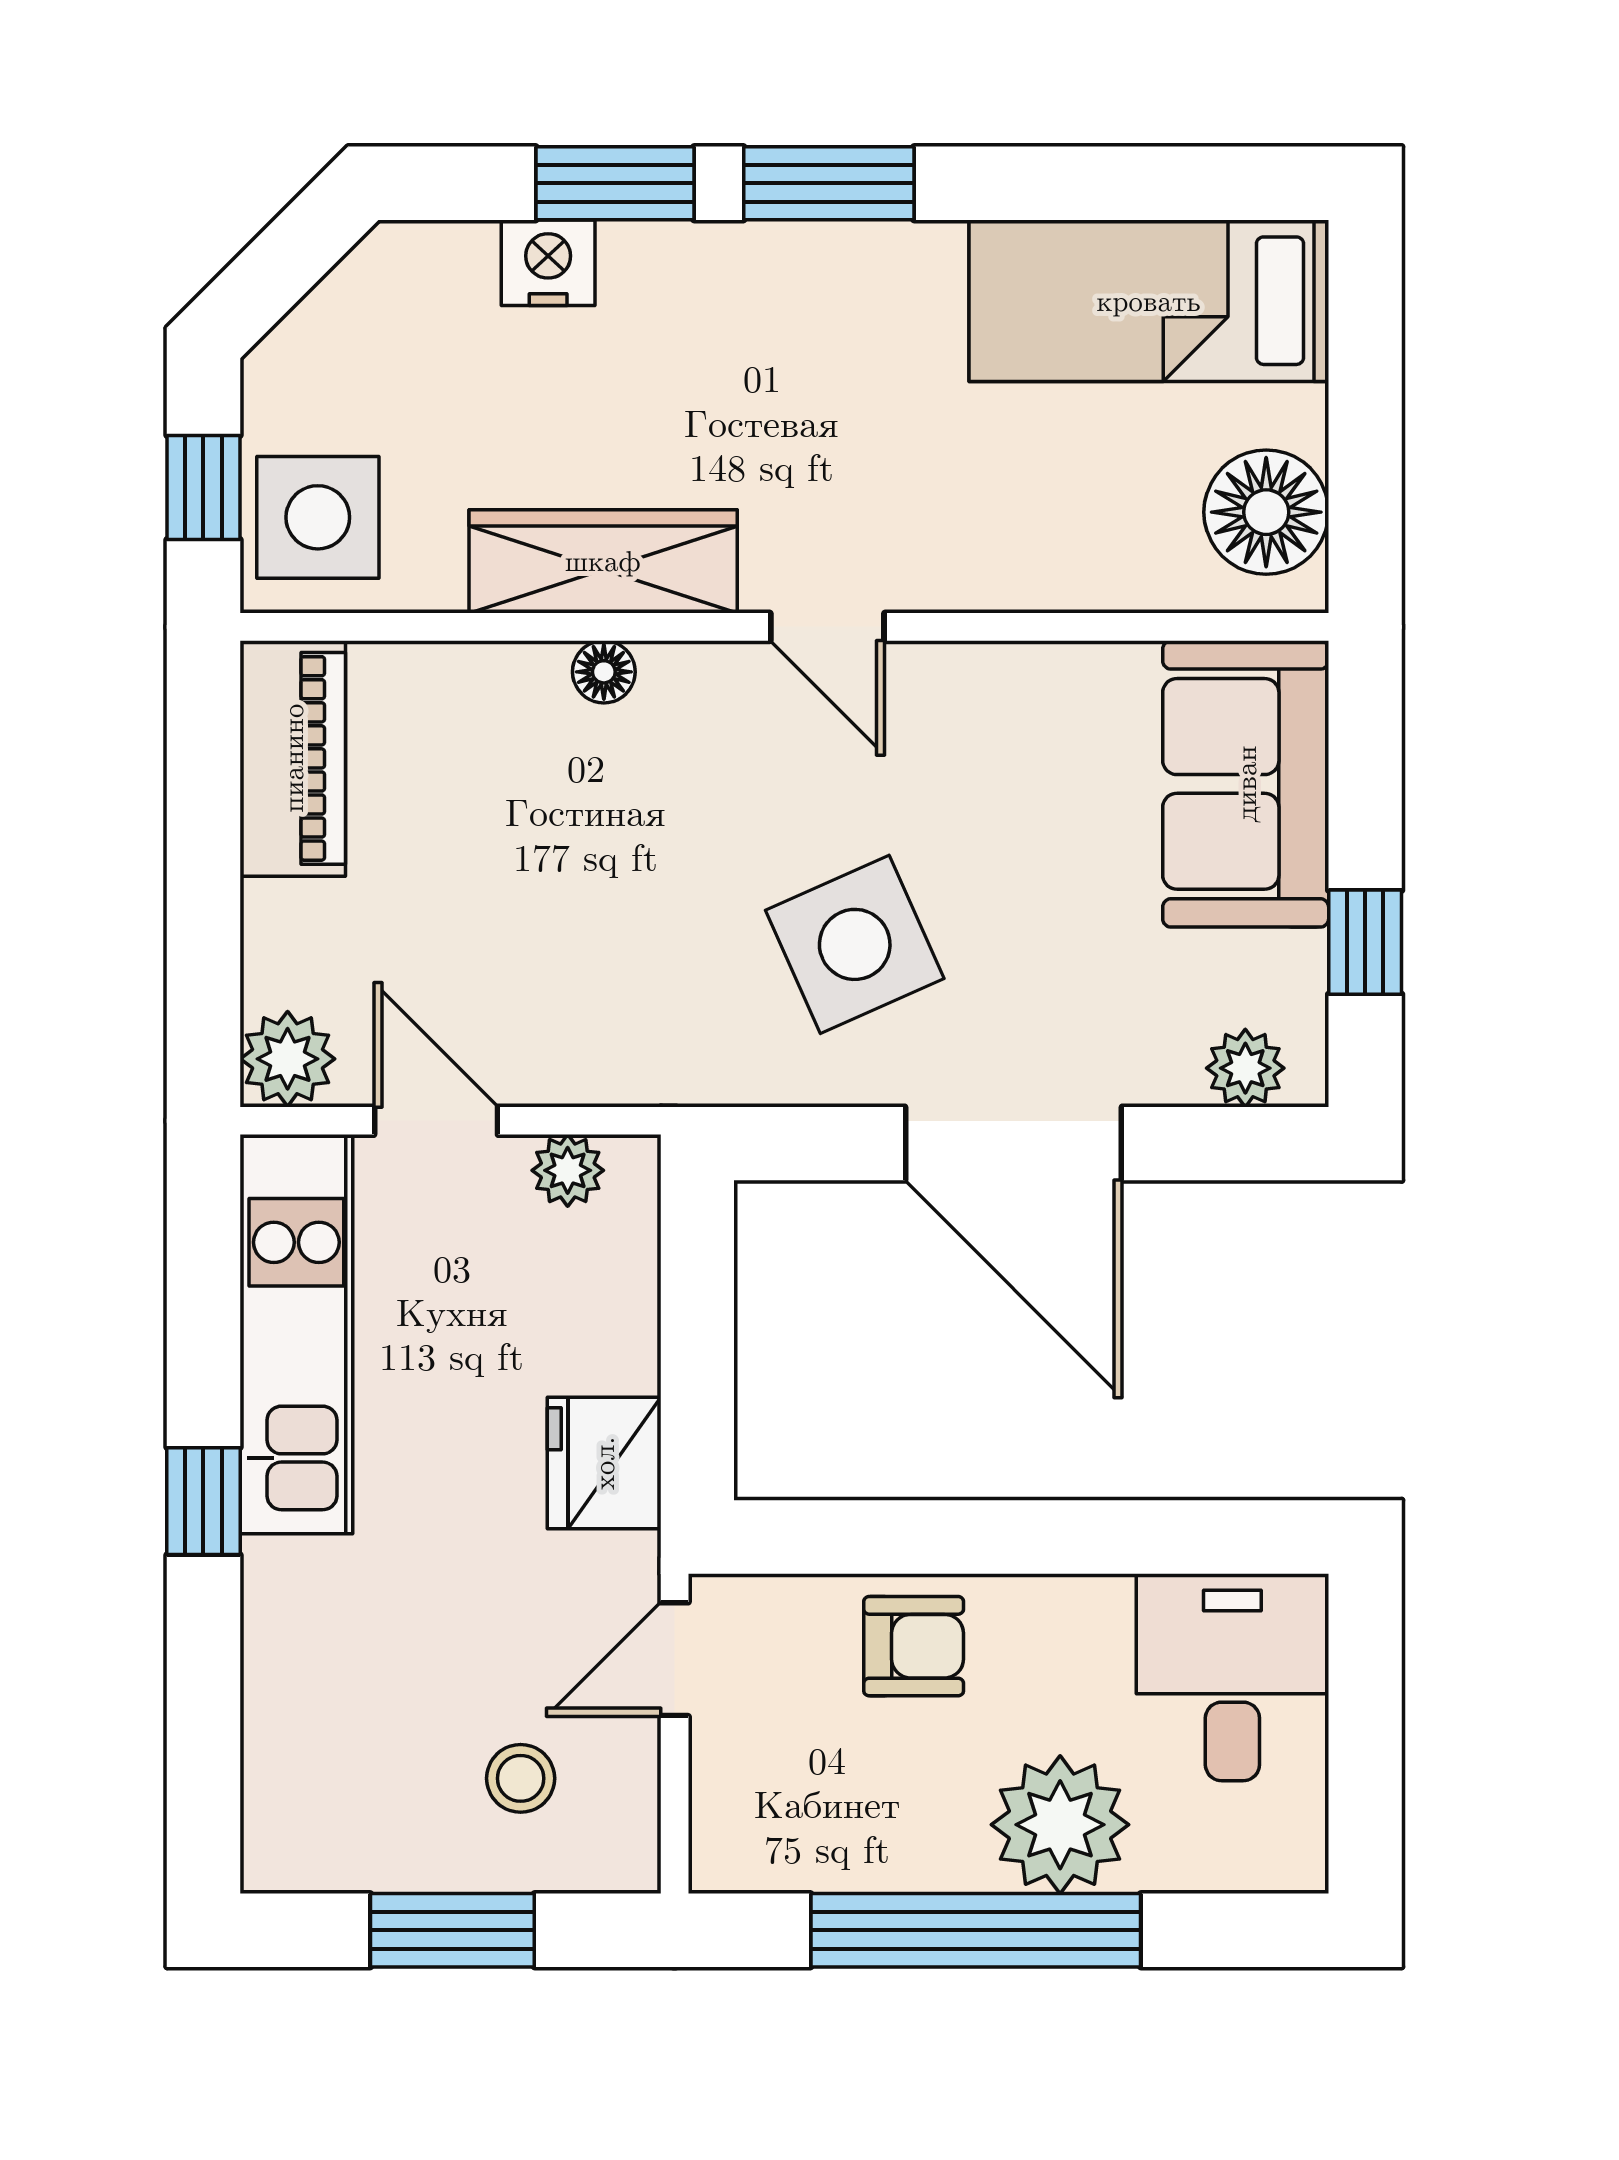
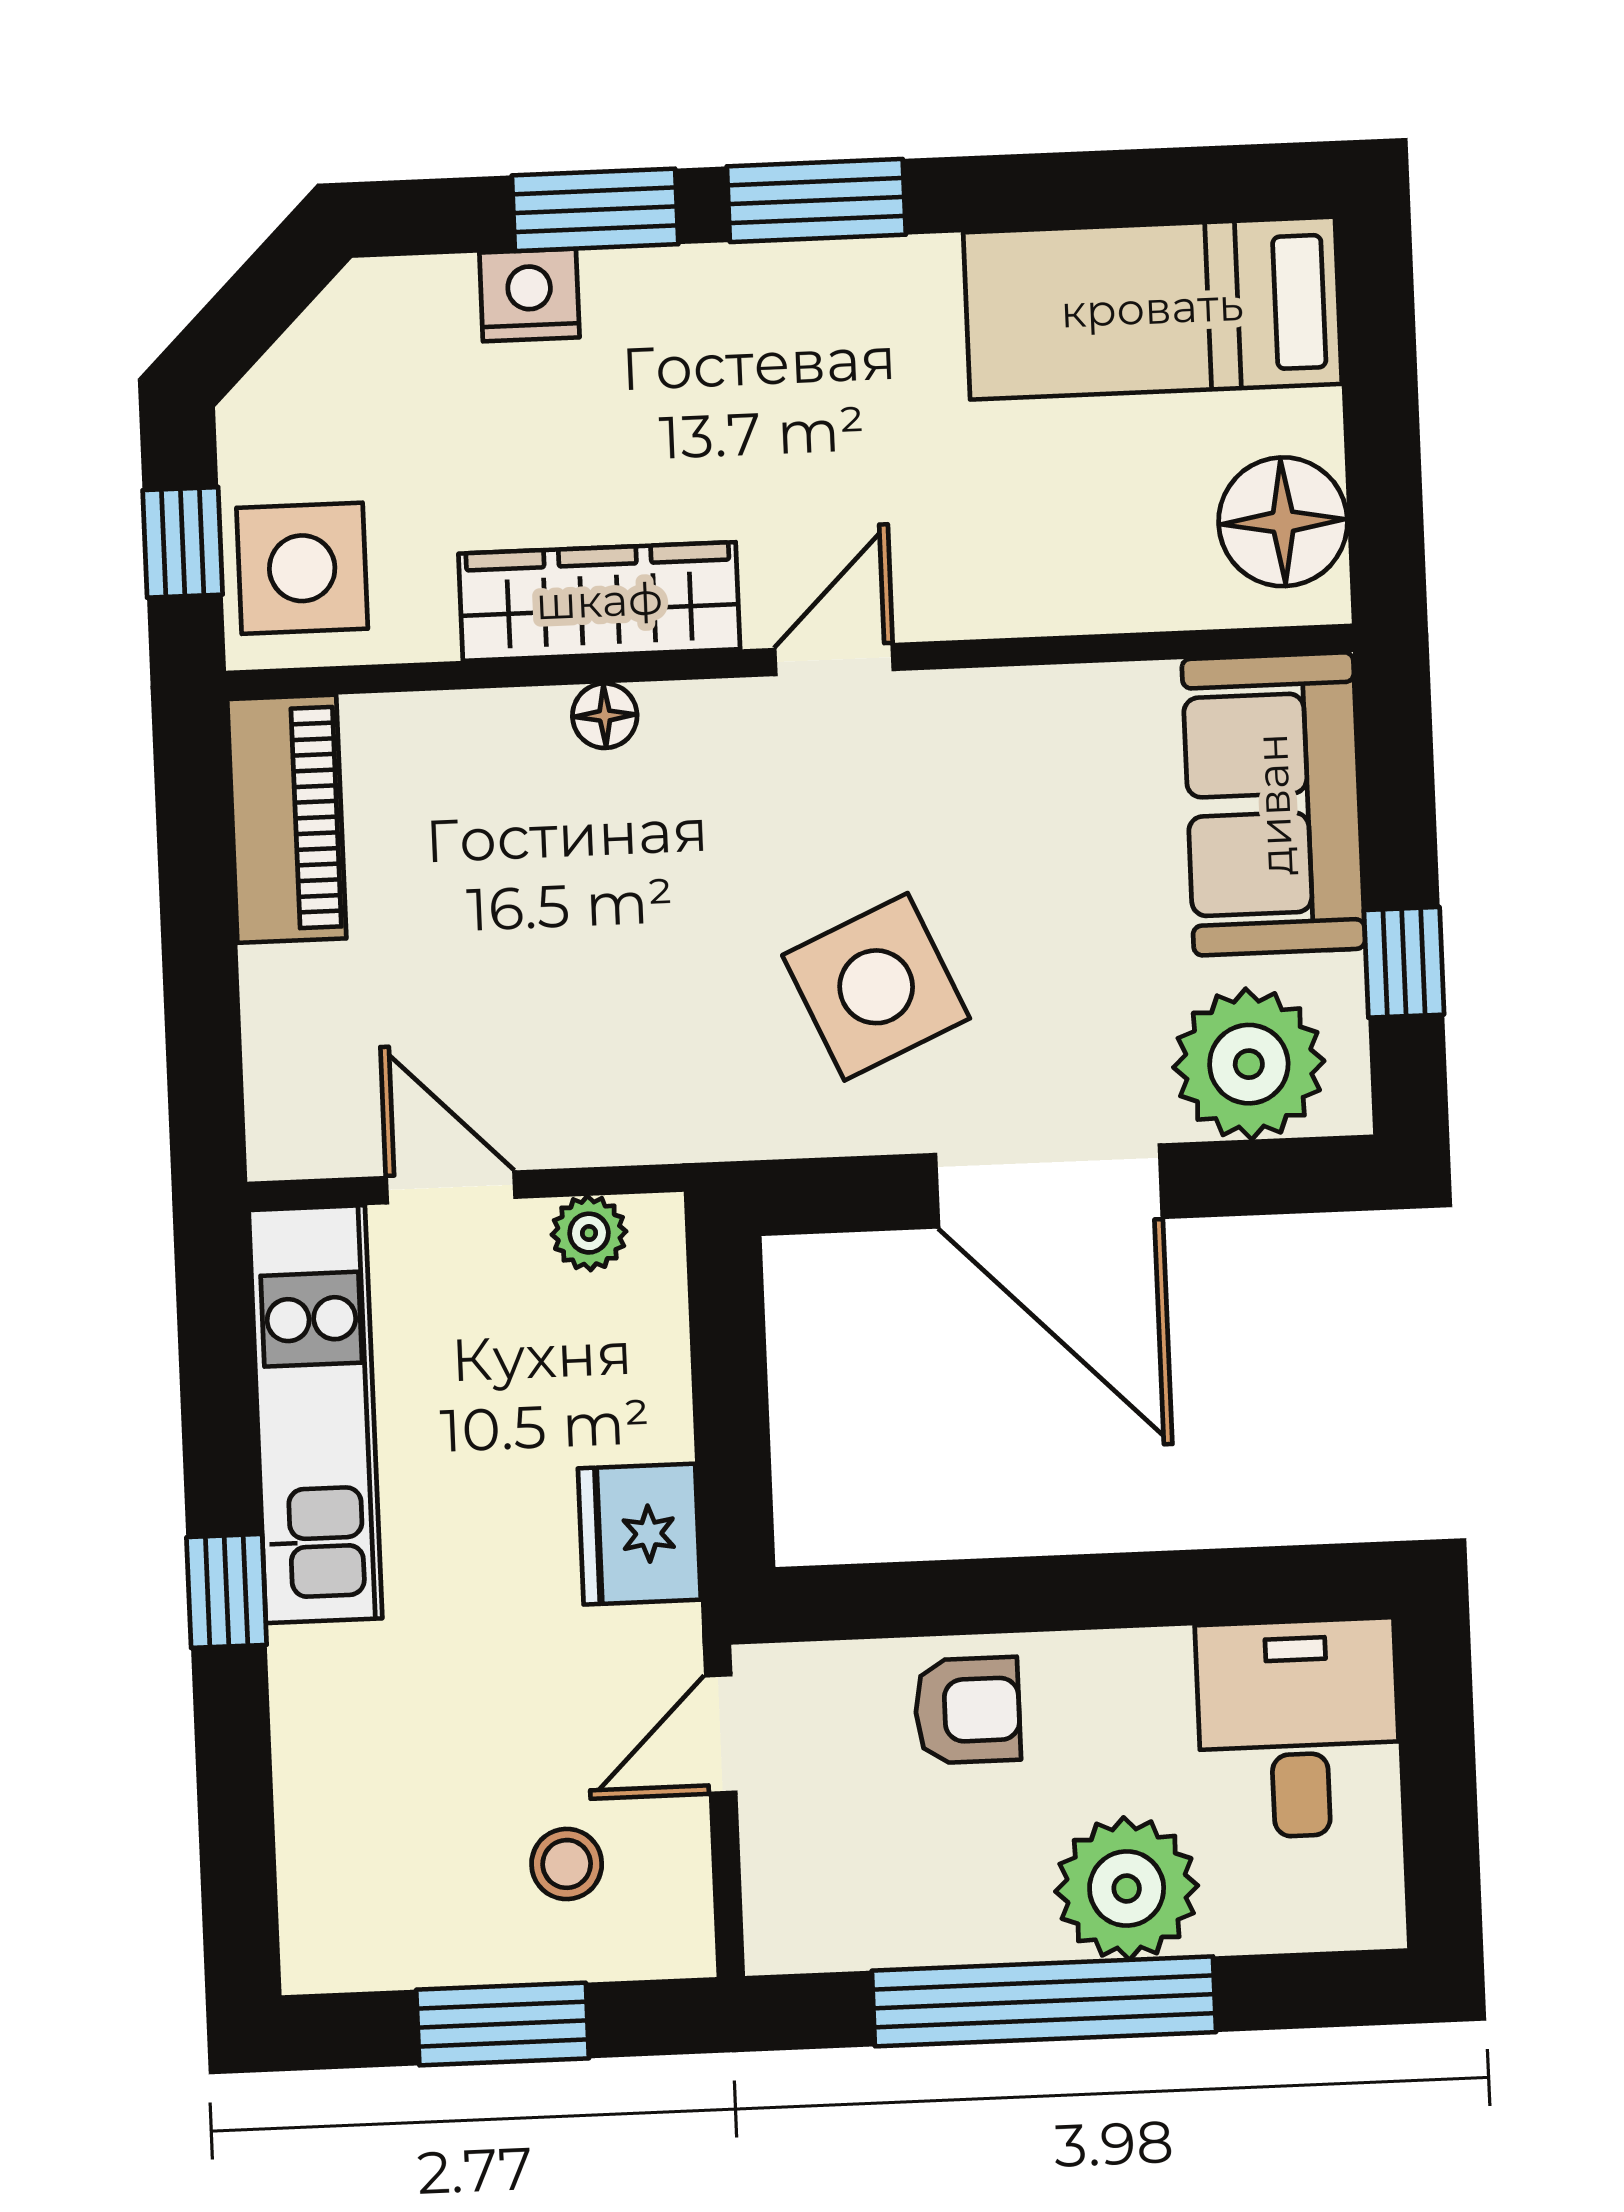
door: (827, 627) -> (834, 659), swing flipped
plant: (288, 1059) -> (294, 1130), removed
plant: (1245, 1068) -> (1249, 1064), width x1.88, depth x1.88

